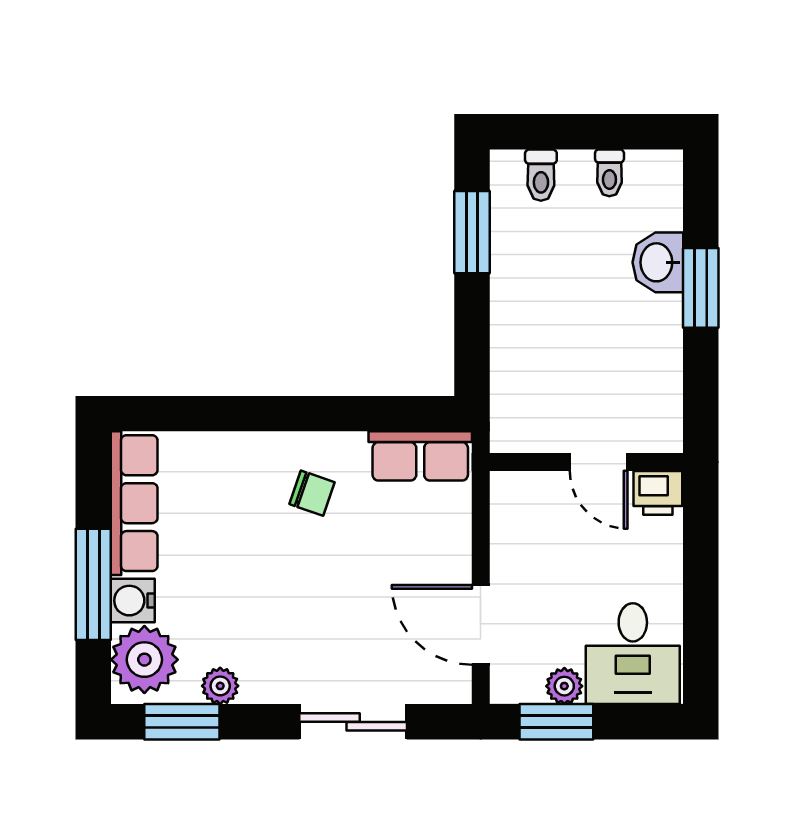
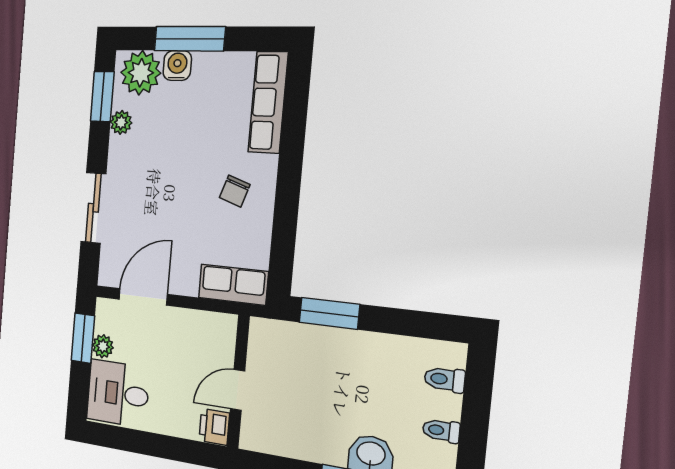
window: (472, 232) -> (329, 313), moved
row of seats: (420, 456) -> (233, 285), moved, turned 90
row of seats: (134, 503) -> (268, 102), moved, turned 90

